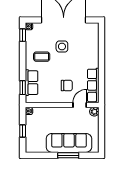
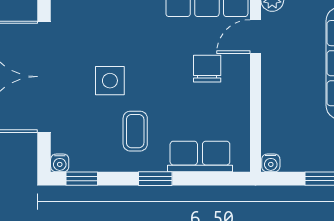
window: (23, 88) -> (155, 179), moved
door: (80, 105) -> (255, 37), hinge flipped

